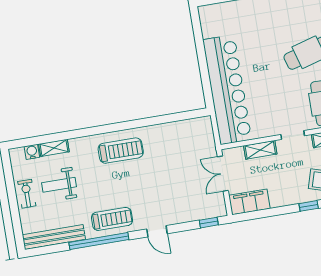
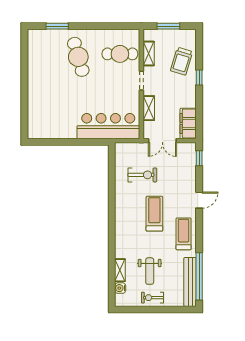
bar counter: (227, 90) -> (108, 126), width x0.73
treadmill: (121, 151) -> (154, 214), moved
exercise bike: (176, 156) -> (142, 175), added
window: (99, 241) -> (199, 276), moved

